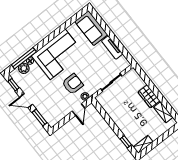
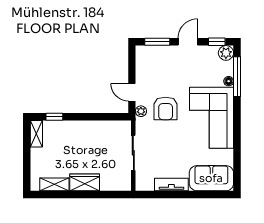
plant: (24, 68) -> (226, 53), moved

